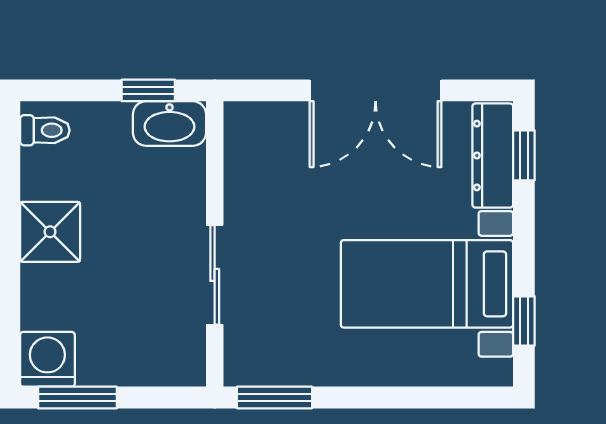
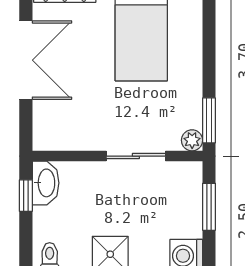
plant: (241, 369) -> (192, 140), added
window: (77, 397) -> (209, 207), moved

